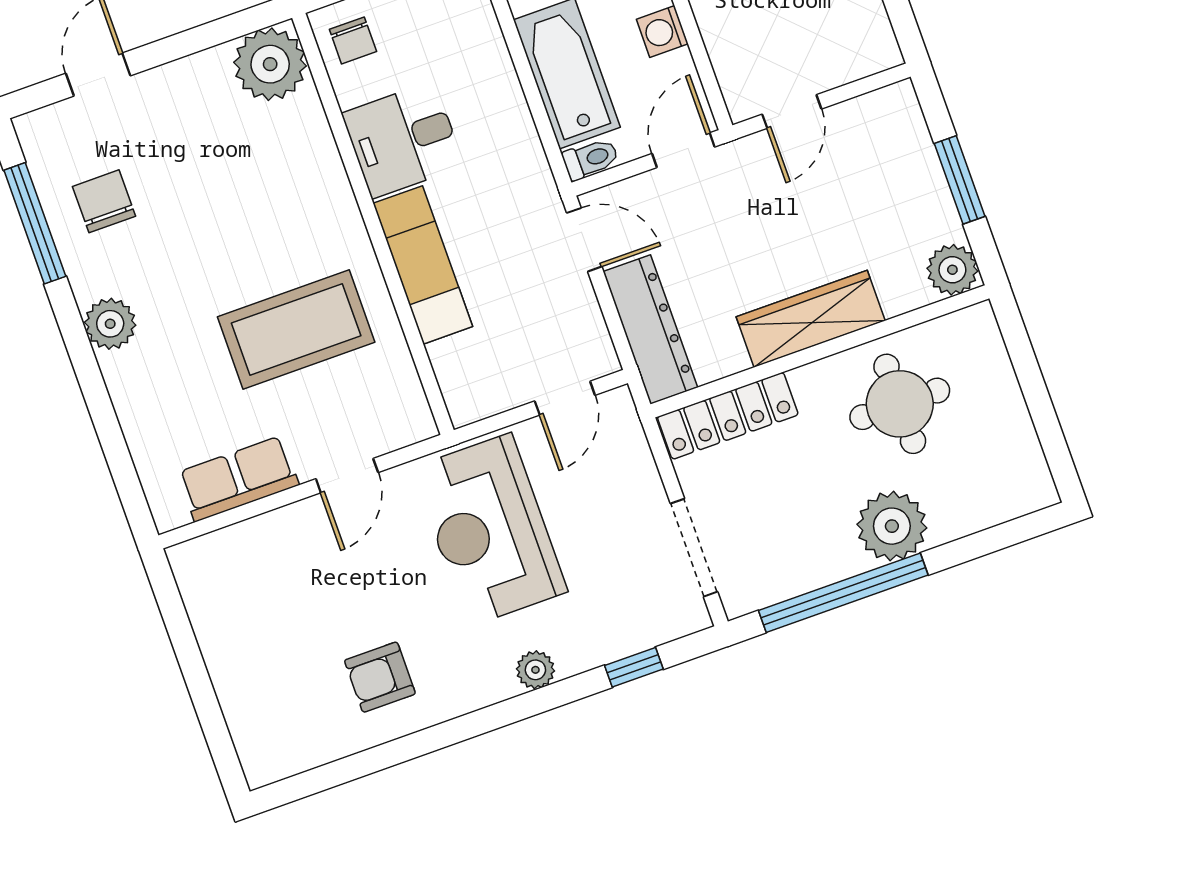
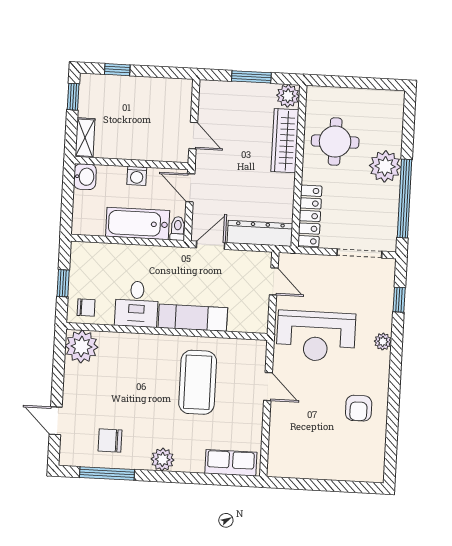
wardrobe: (811, 319) -> (285, 141), moved
row of seats: (238, 479) -> (231, 463), moved, turned 90

